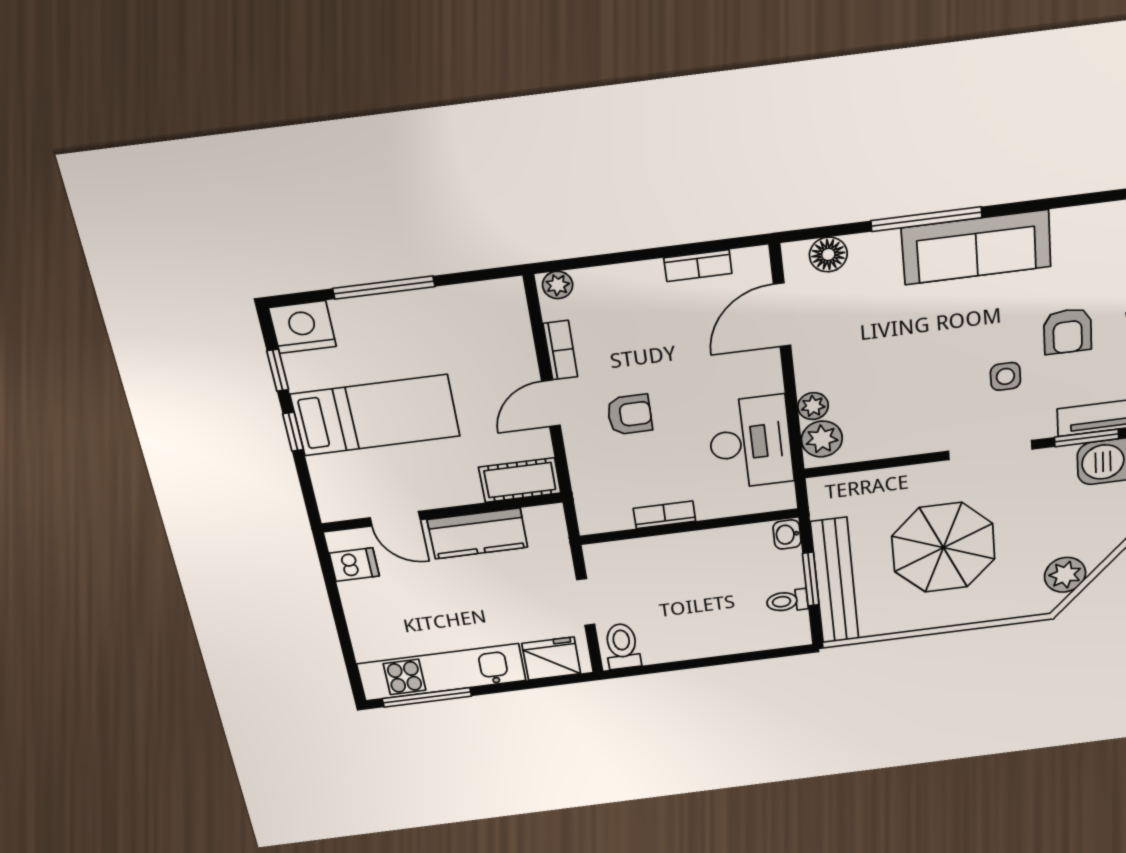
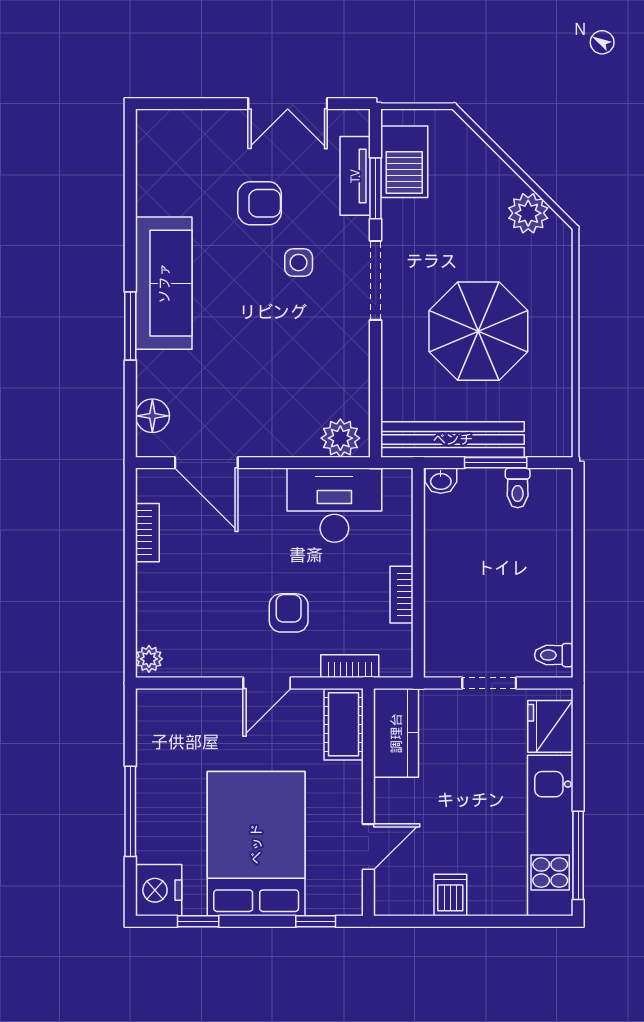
window: (926, 219) -> (130, 326), width x0.69
bookcase: (560, 350) -> (350, 666), moved
door: (551, 403) -> (267, 683), hinge flipped
plant: (813, 406) -> (304, 443), removed
bed: (376, 415) -> (256, 844), width x1.50
window: (293, 432) -> (316, 921), moved
kitchen counter: (477, 534) -> (396, 733), moved
dishwasher: (354, 565) -> (450, 895), moved
bench: (835, 581) -> (453, 439), moved
toilet: (622, 646) -> (554, 655), width x0.73, depth x0.72

